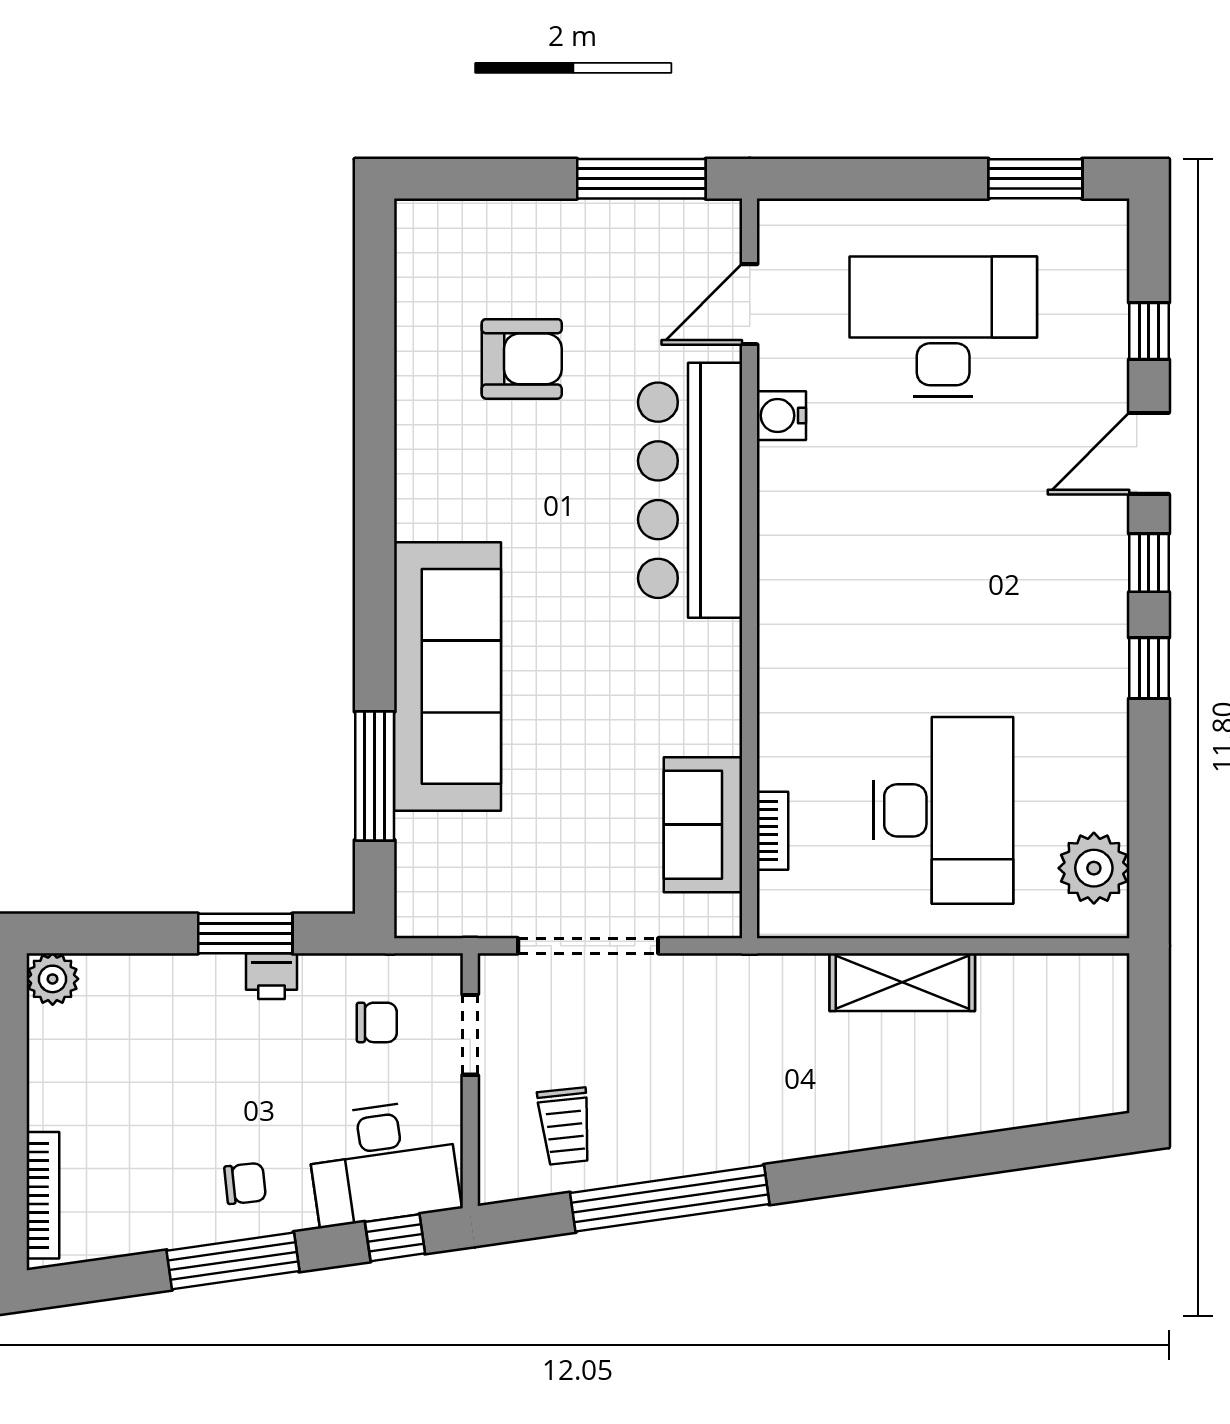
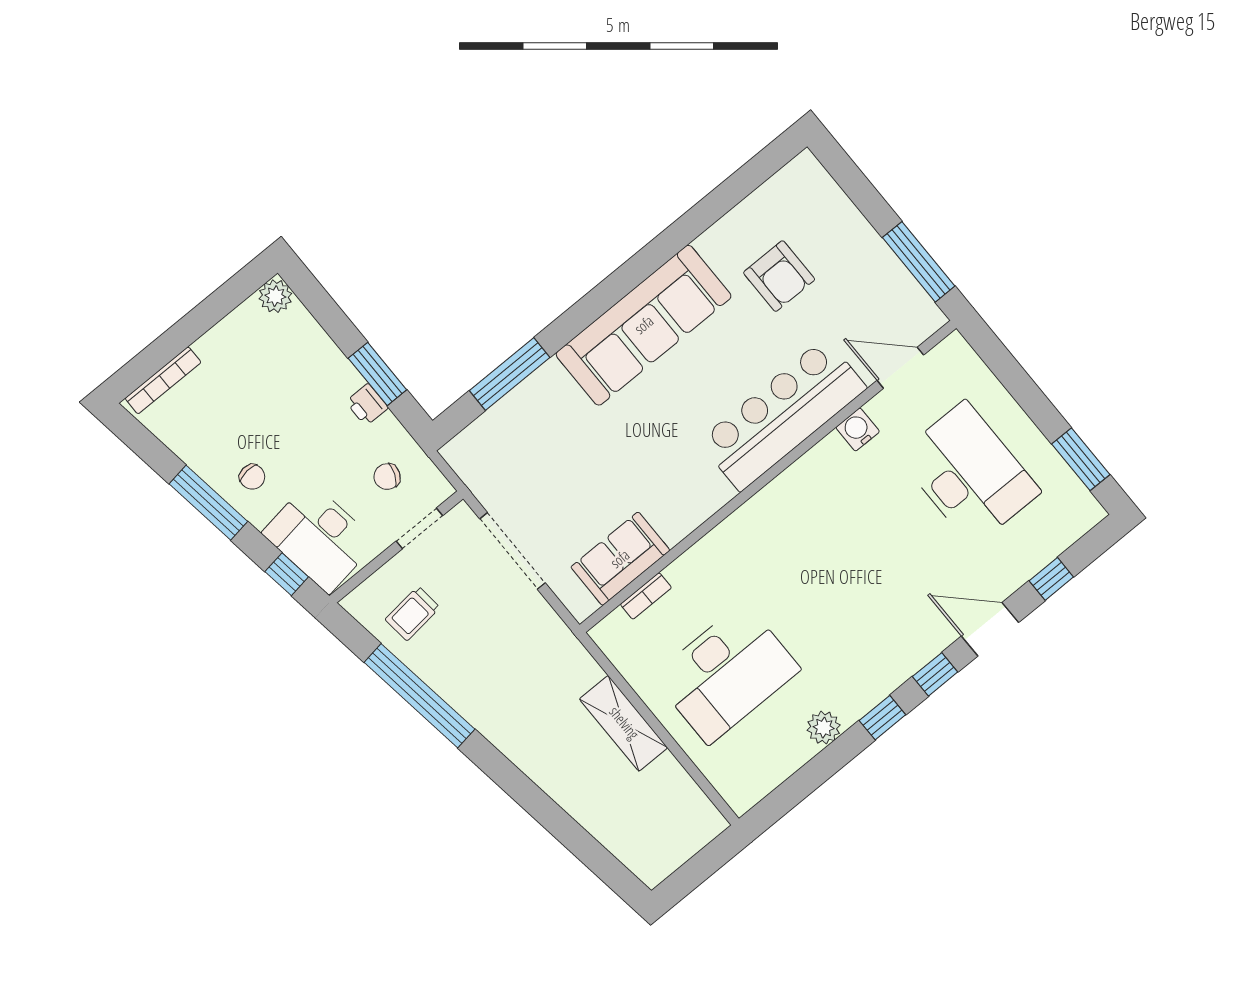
sofa: (448, 676) -> (644, 325), moved
plant: (1094, 868) -> (824, 728), moved, width x0.73, depth x0.73
chair: (377, 1022) -> (387, 477), turned 112

